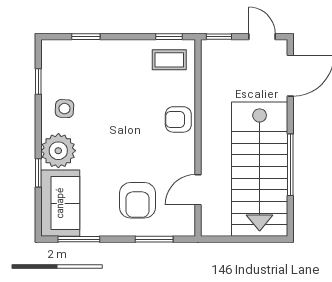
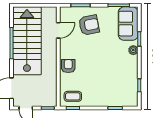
side table: (64, 109) -> (126, 72), removed
armchair: (178, 119) -> (68, 66), turned -90
plant: (58, 151) -> (133, 50), width x0.53, depth x0.53
armchair: (138, 200) -> (89, 25), turned 79

